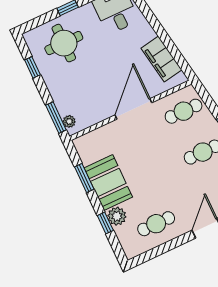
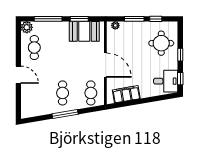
window: (56, 118) -> (134, 19), moved
booth: (108, 182) -> (84, 31), moved
plant: (117, 216) -> (27, 27), moved
window: (105, 223) -> (48, 19), width x2.17

